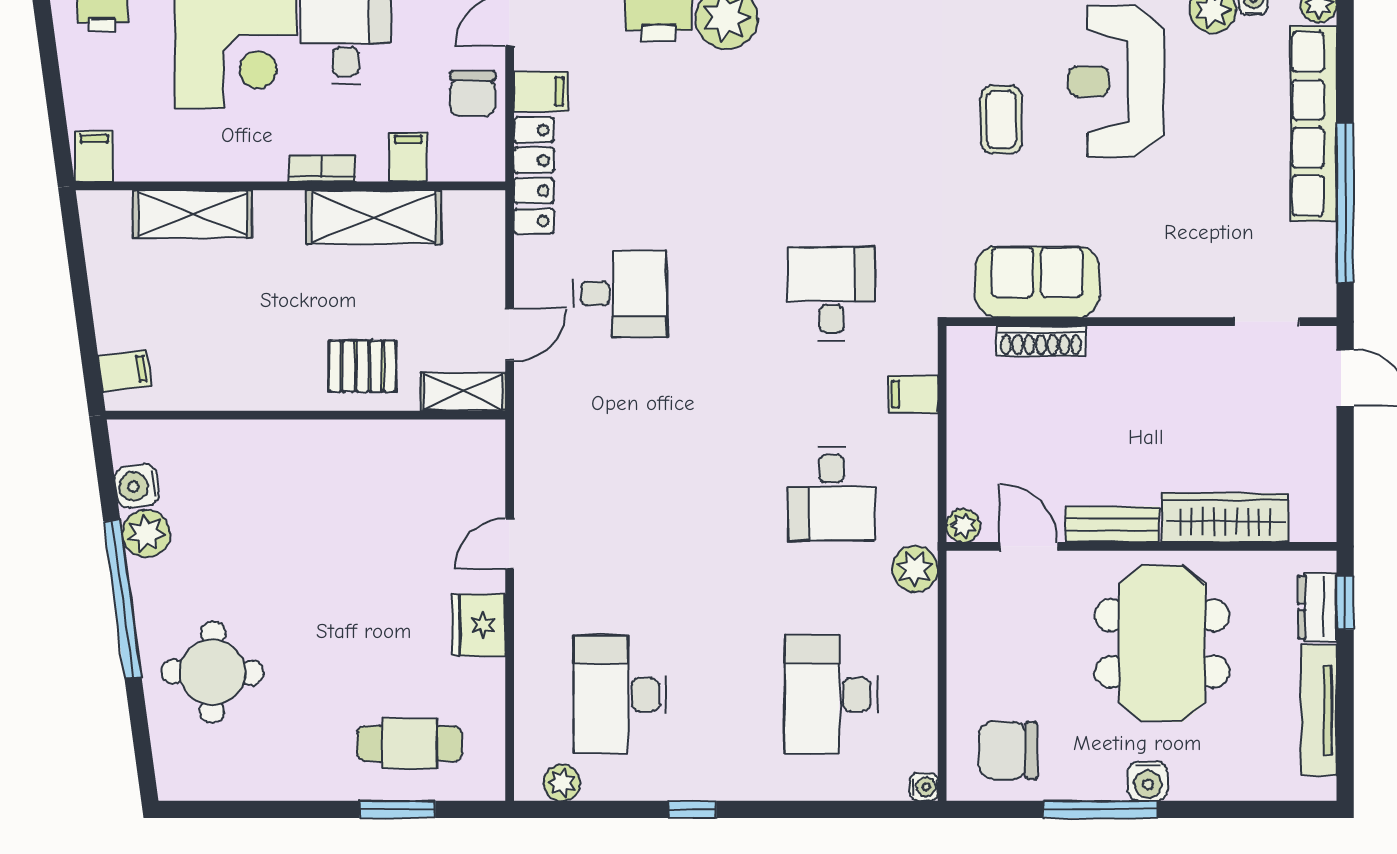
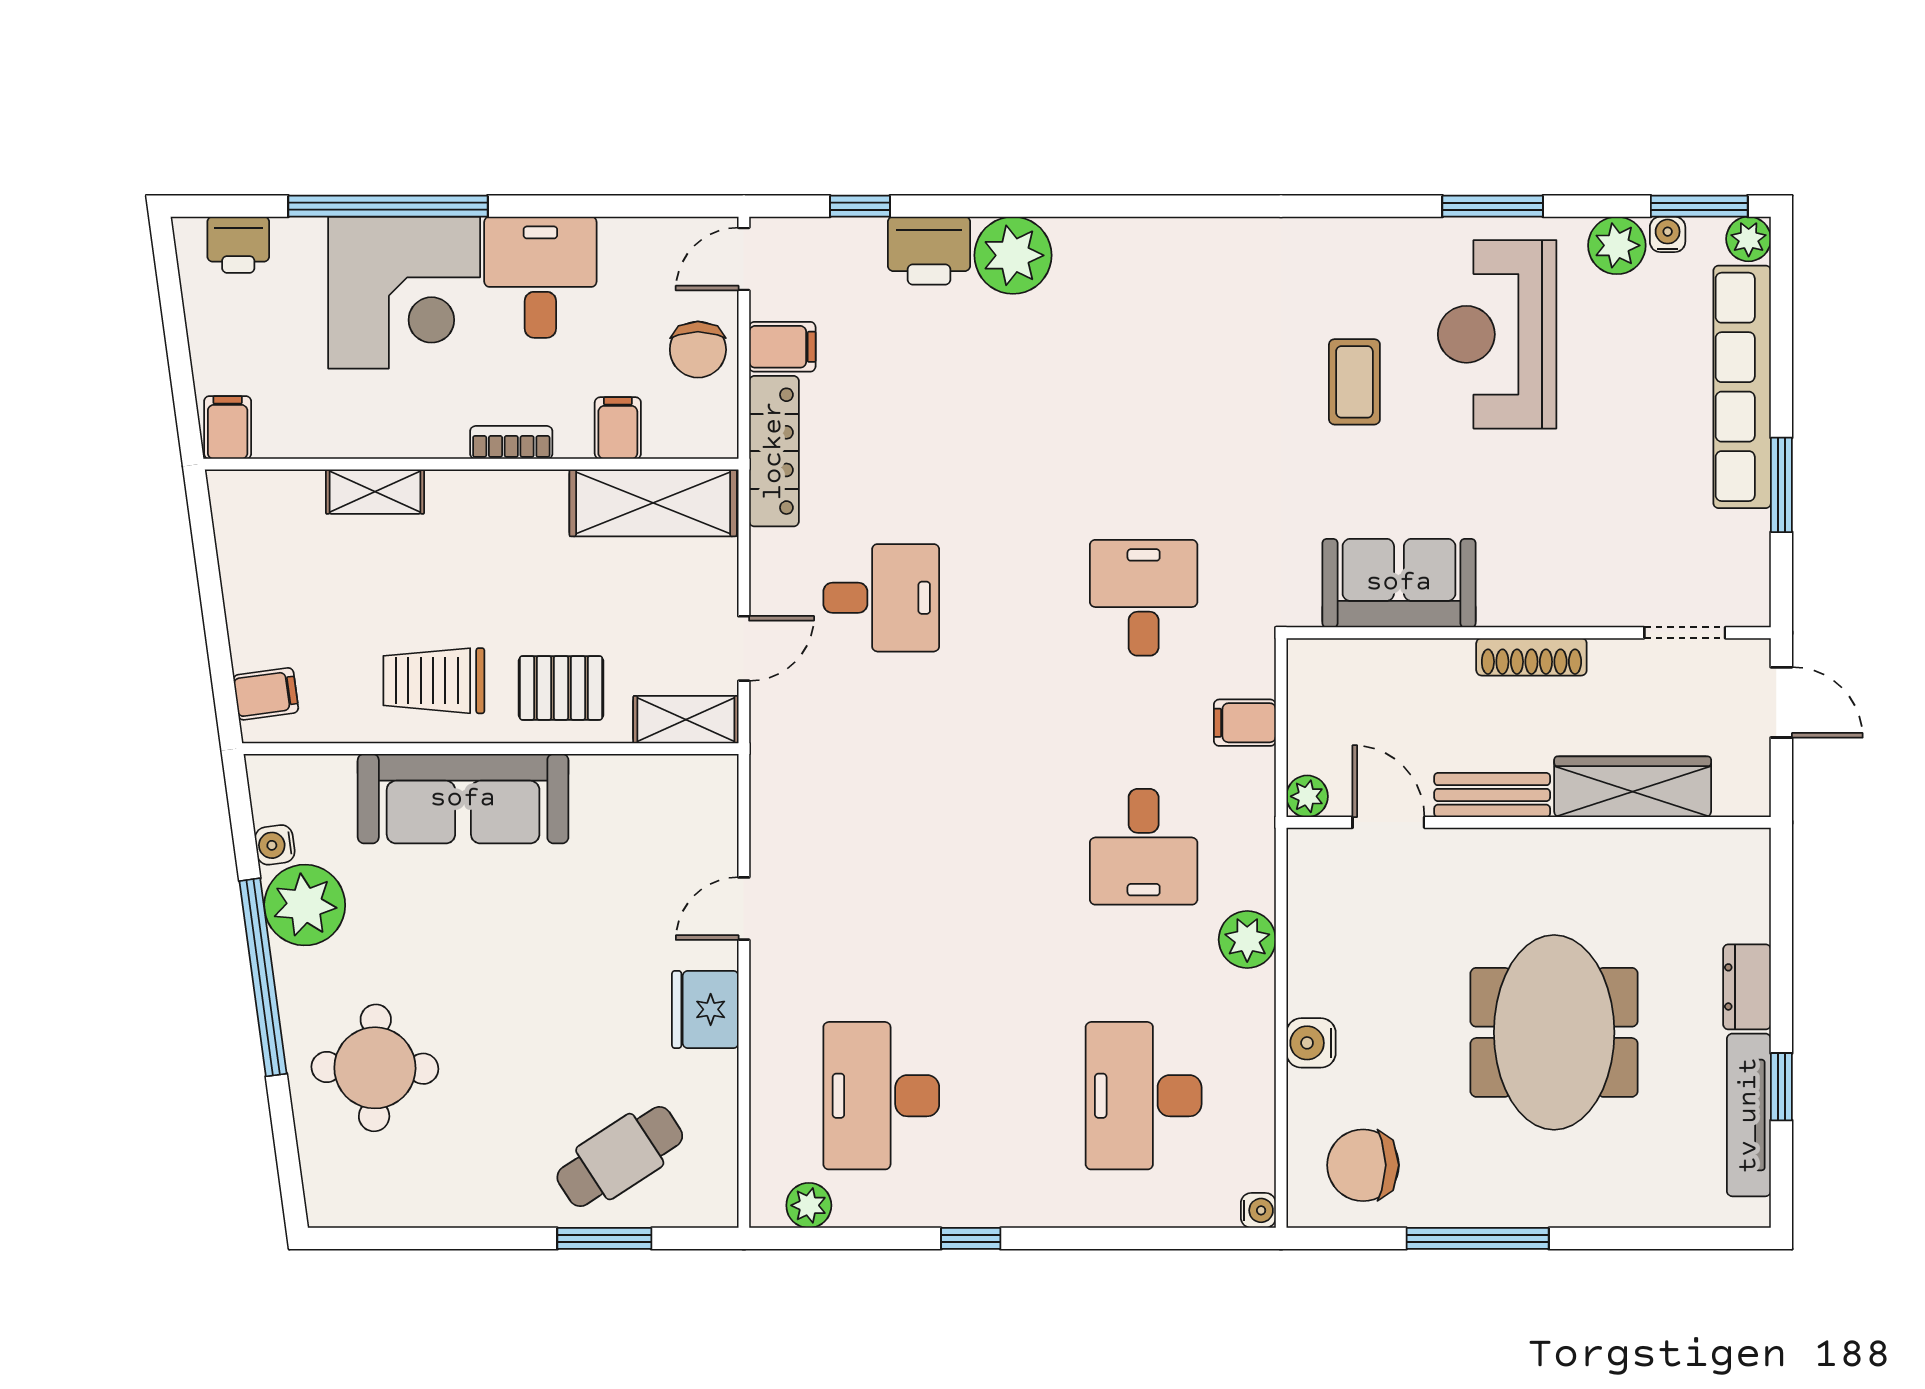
window: (1345, 203) -> (1781, 485), width x0.47
shelving: (193, 214) -> (375, 492), width x0.67, depth x0.75
shelving: (374, 217) -> (653, 503), moved
shoe rack: (1041, 341) -> (1531, 657), moved
trolley: (260, 360) -> (434, 681), added
sofa: (283, 455) -> (463, 799), added
water cooler: (137, 486) -> (275, 845), width x0.72, depth x0.72
wardrobe: (1225, 518) -> (1633, 787), moved
bench: (1112, 524) -> (1492, 795), moved
plant: (963, 526) -> (1307, 796), moved
plant: (146, 534) -> (305, 905), width x1.36, depth x1.36
door: (1029, 546) -> (1388, 822), moved
wall: (1142, 546) -> (1529, 822), moved
window: (1345, 603) -> (1781, 1087), moved
cafe table: (410, 744) -> (620, 1157), turned -33
water cooler: (1148, 781) -> (1311, 1043), moved, turned 90

